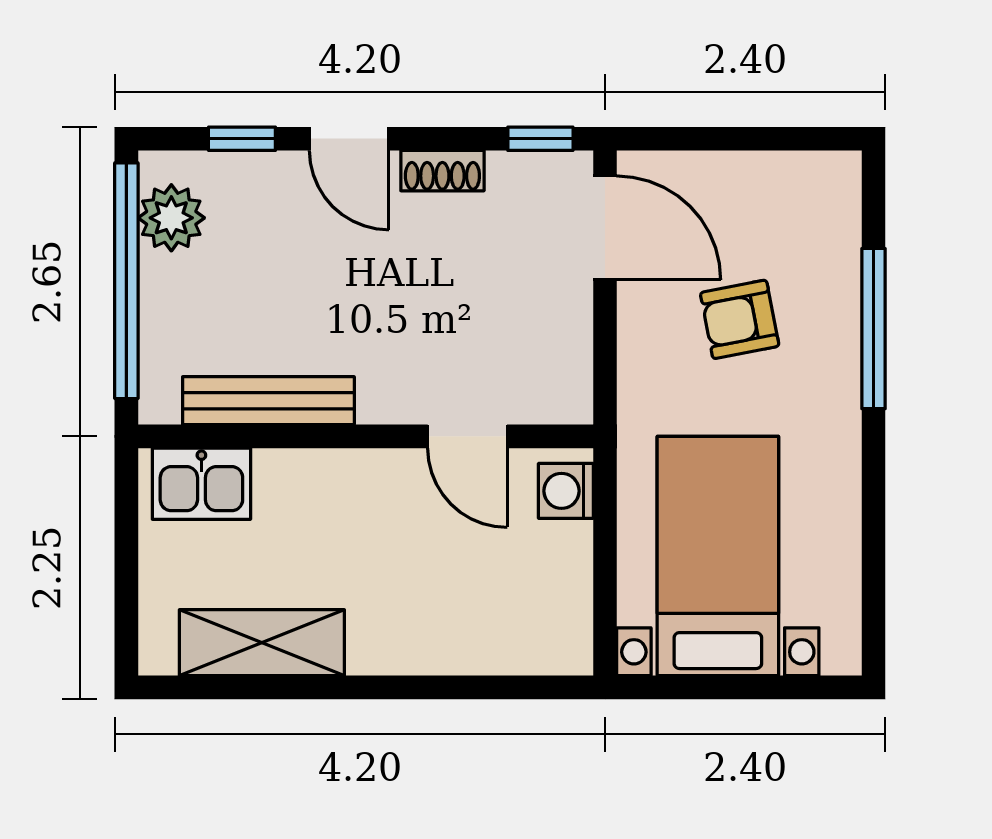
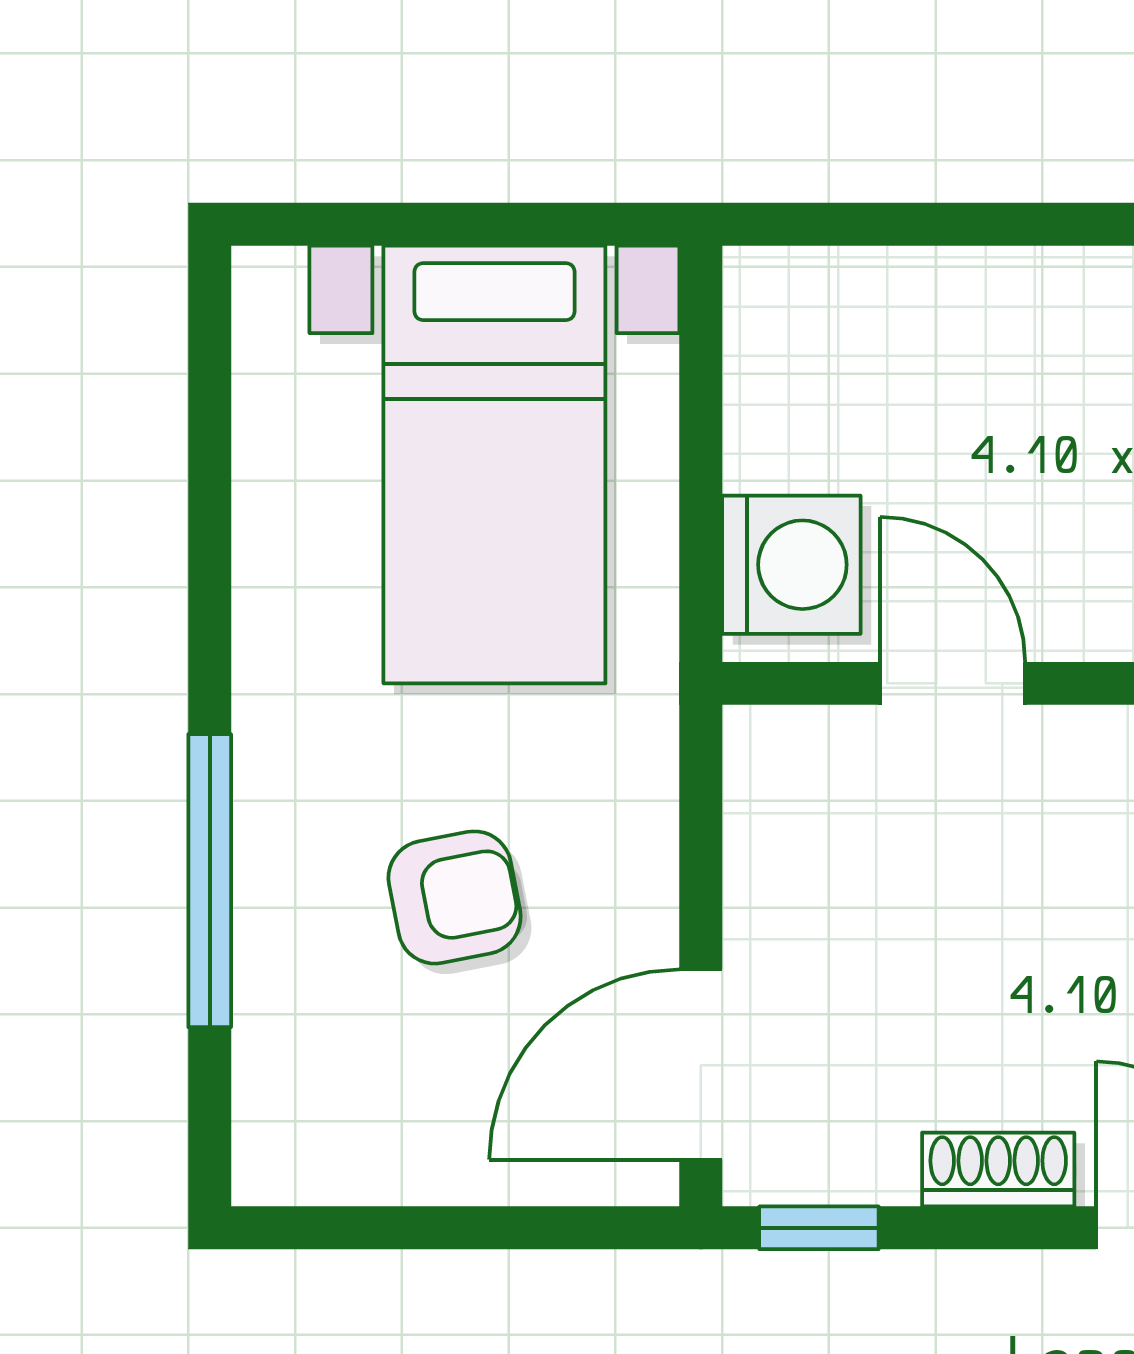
door: (605, 228) -> (701, 1065), hinge flipped
washing machine: (566, 491) -> (791, 565), width x1.38, depth x1.38

